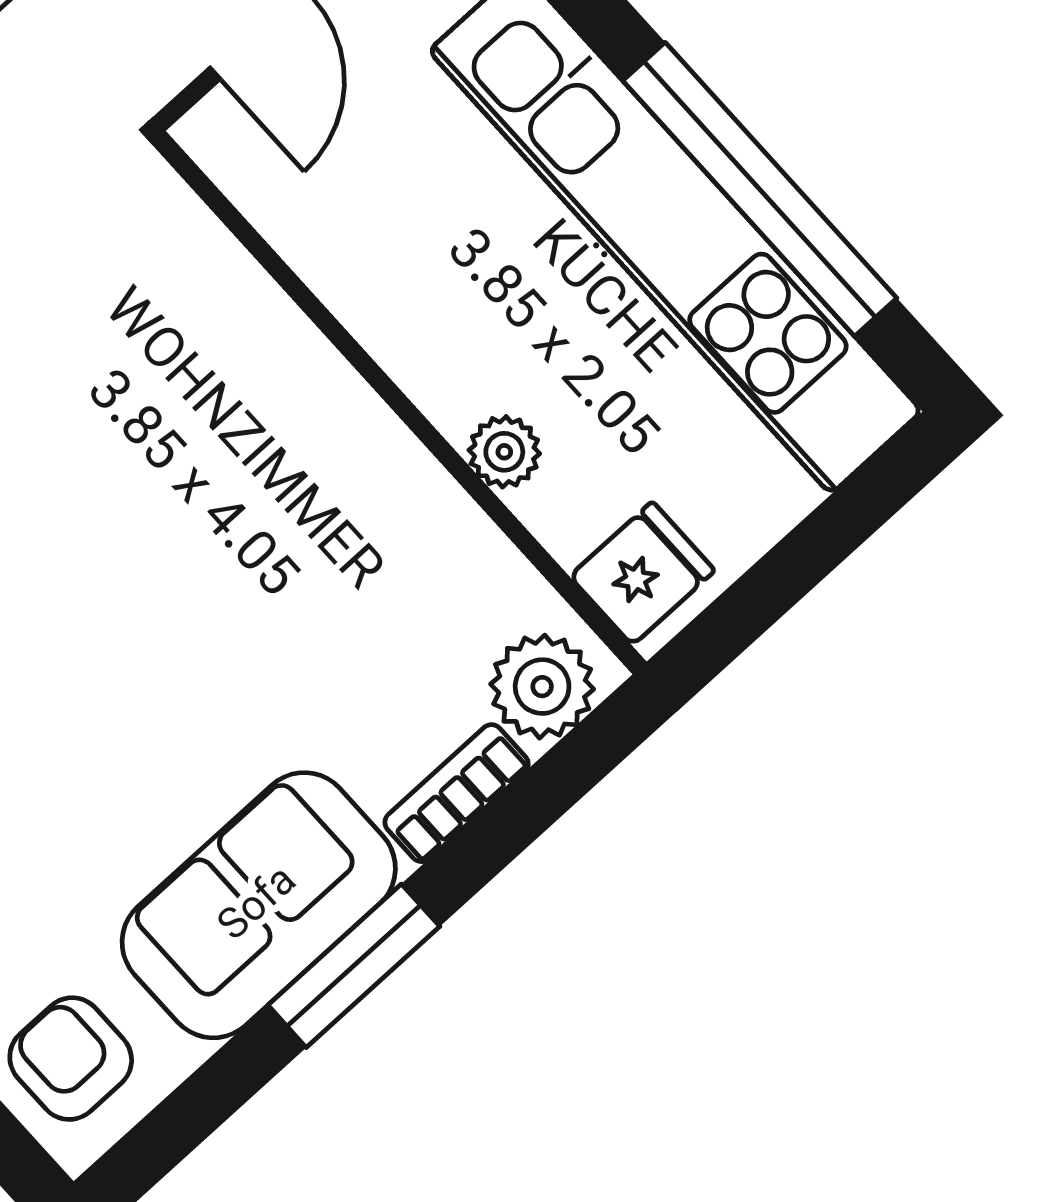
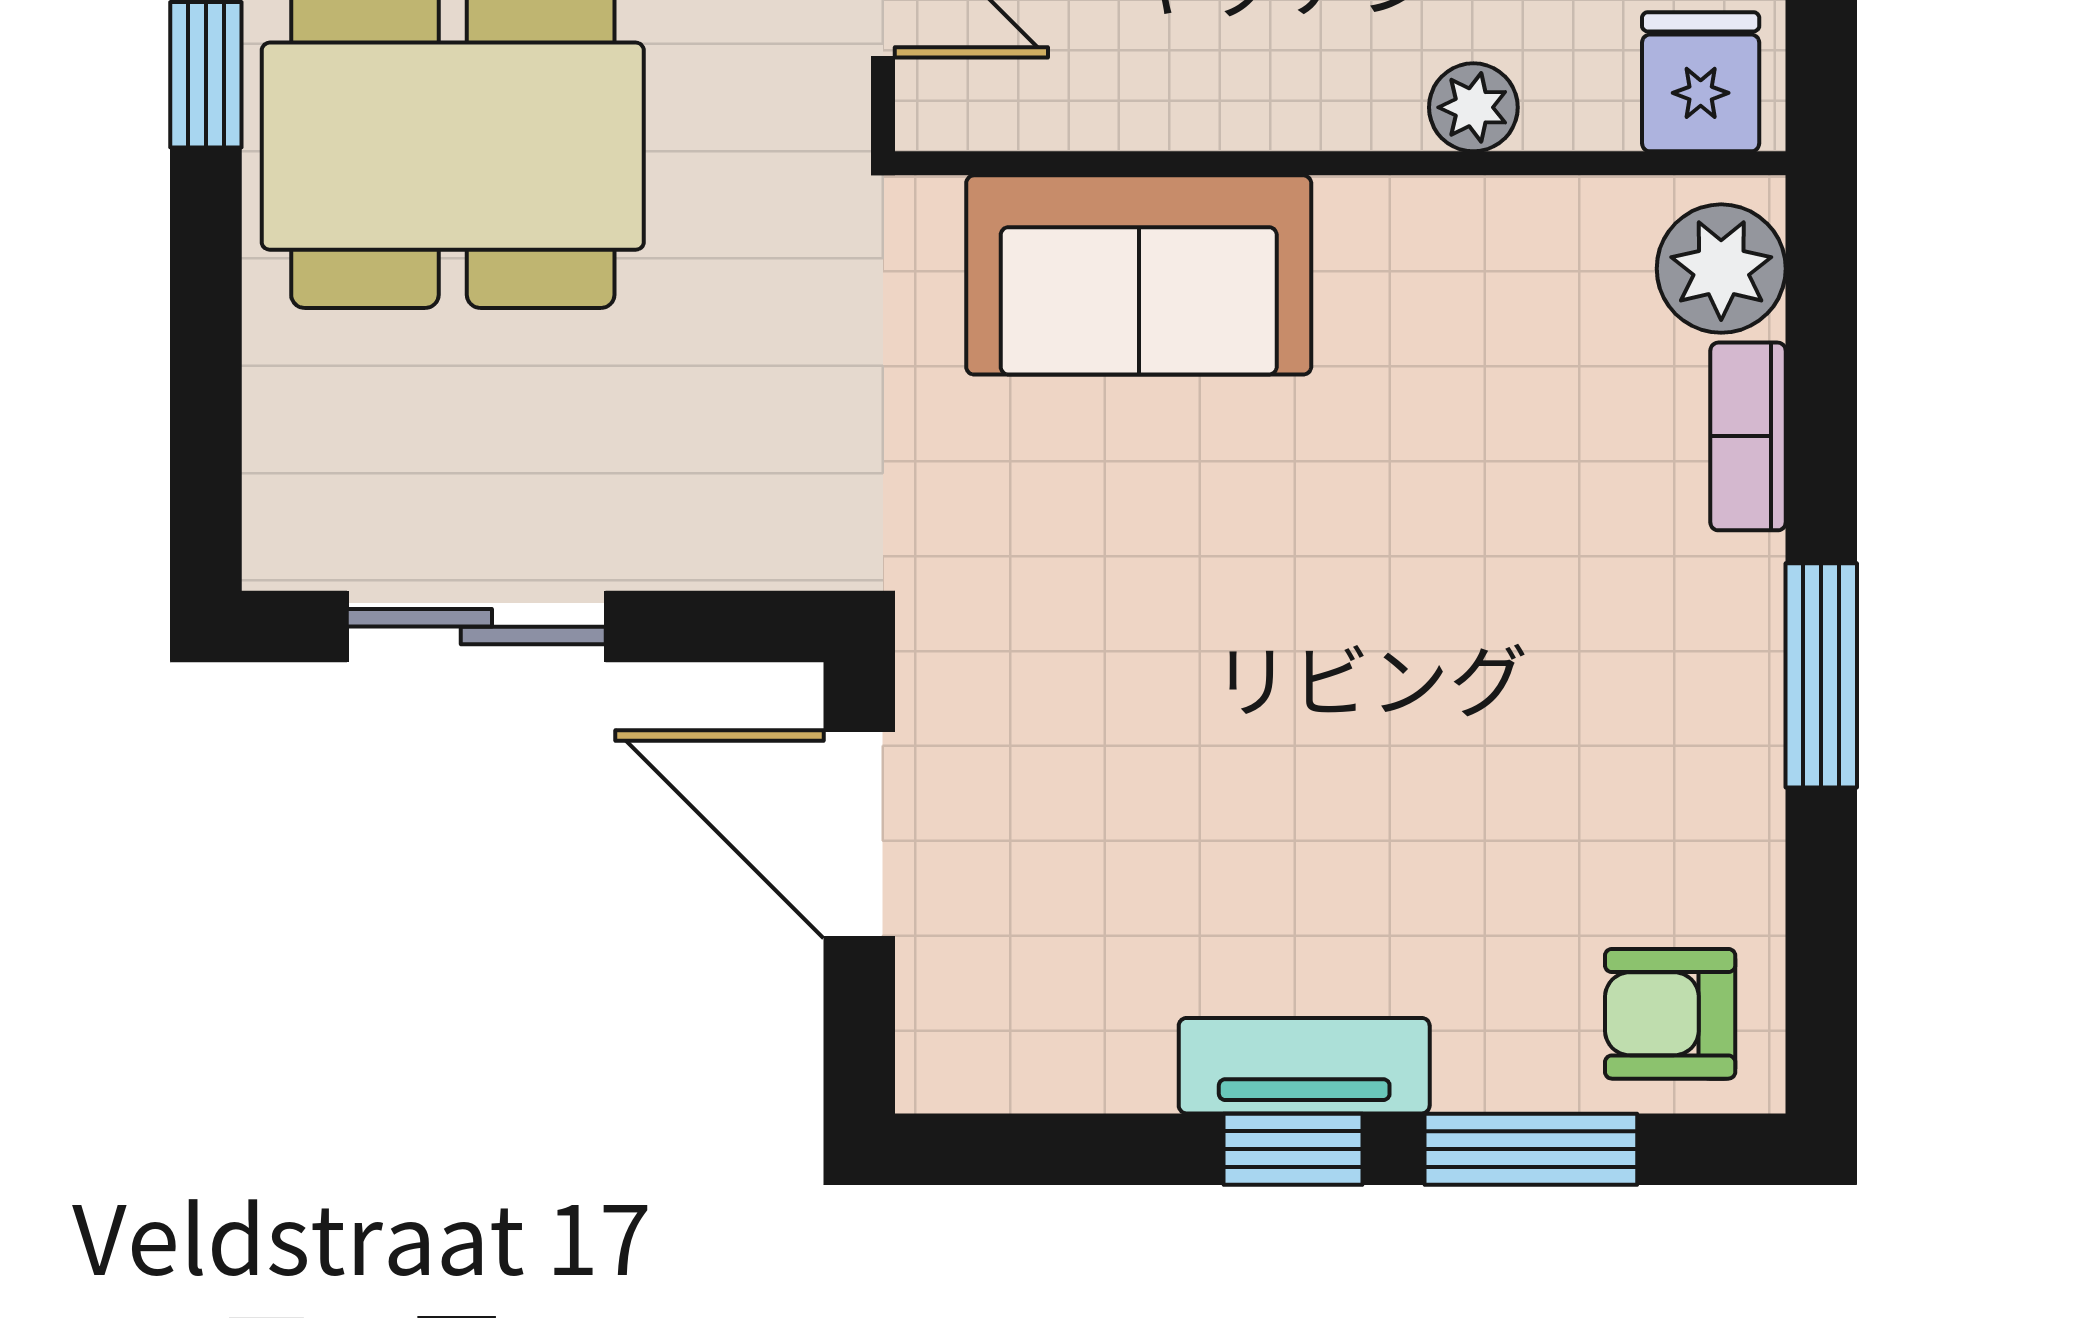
sofa: (259, 905) -> (1139, 275), moved, turned -90

